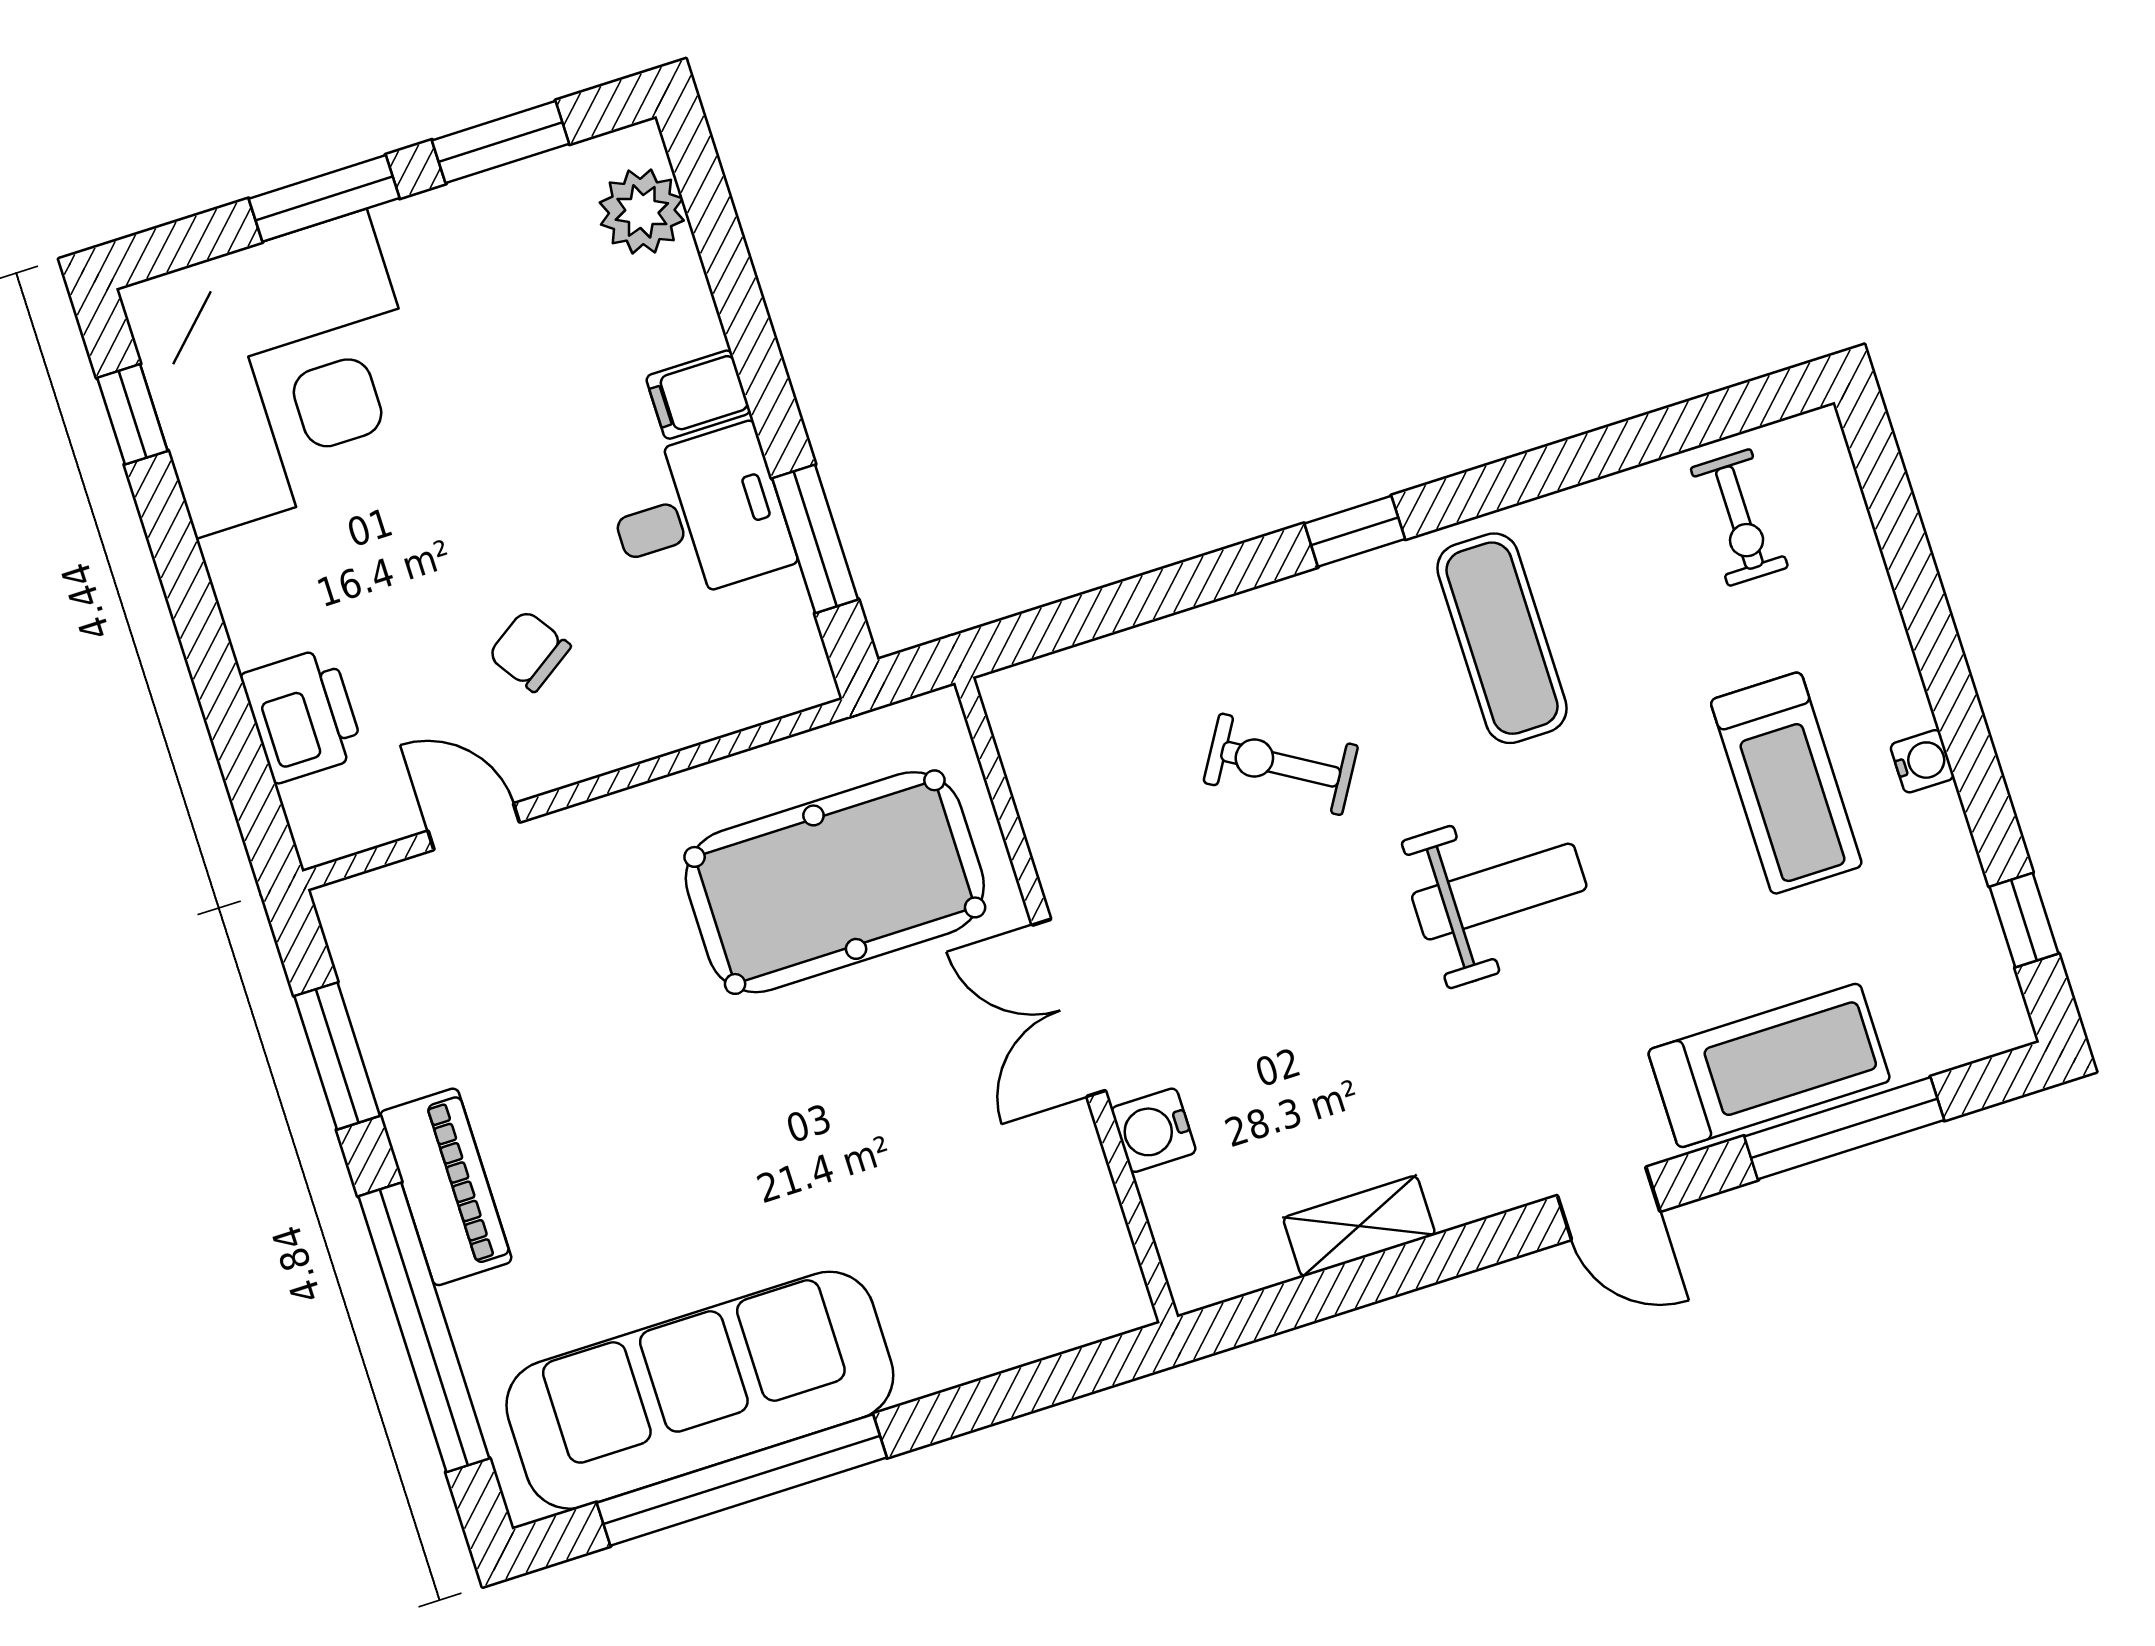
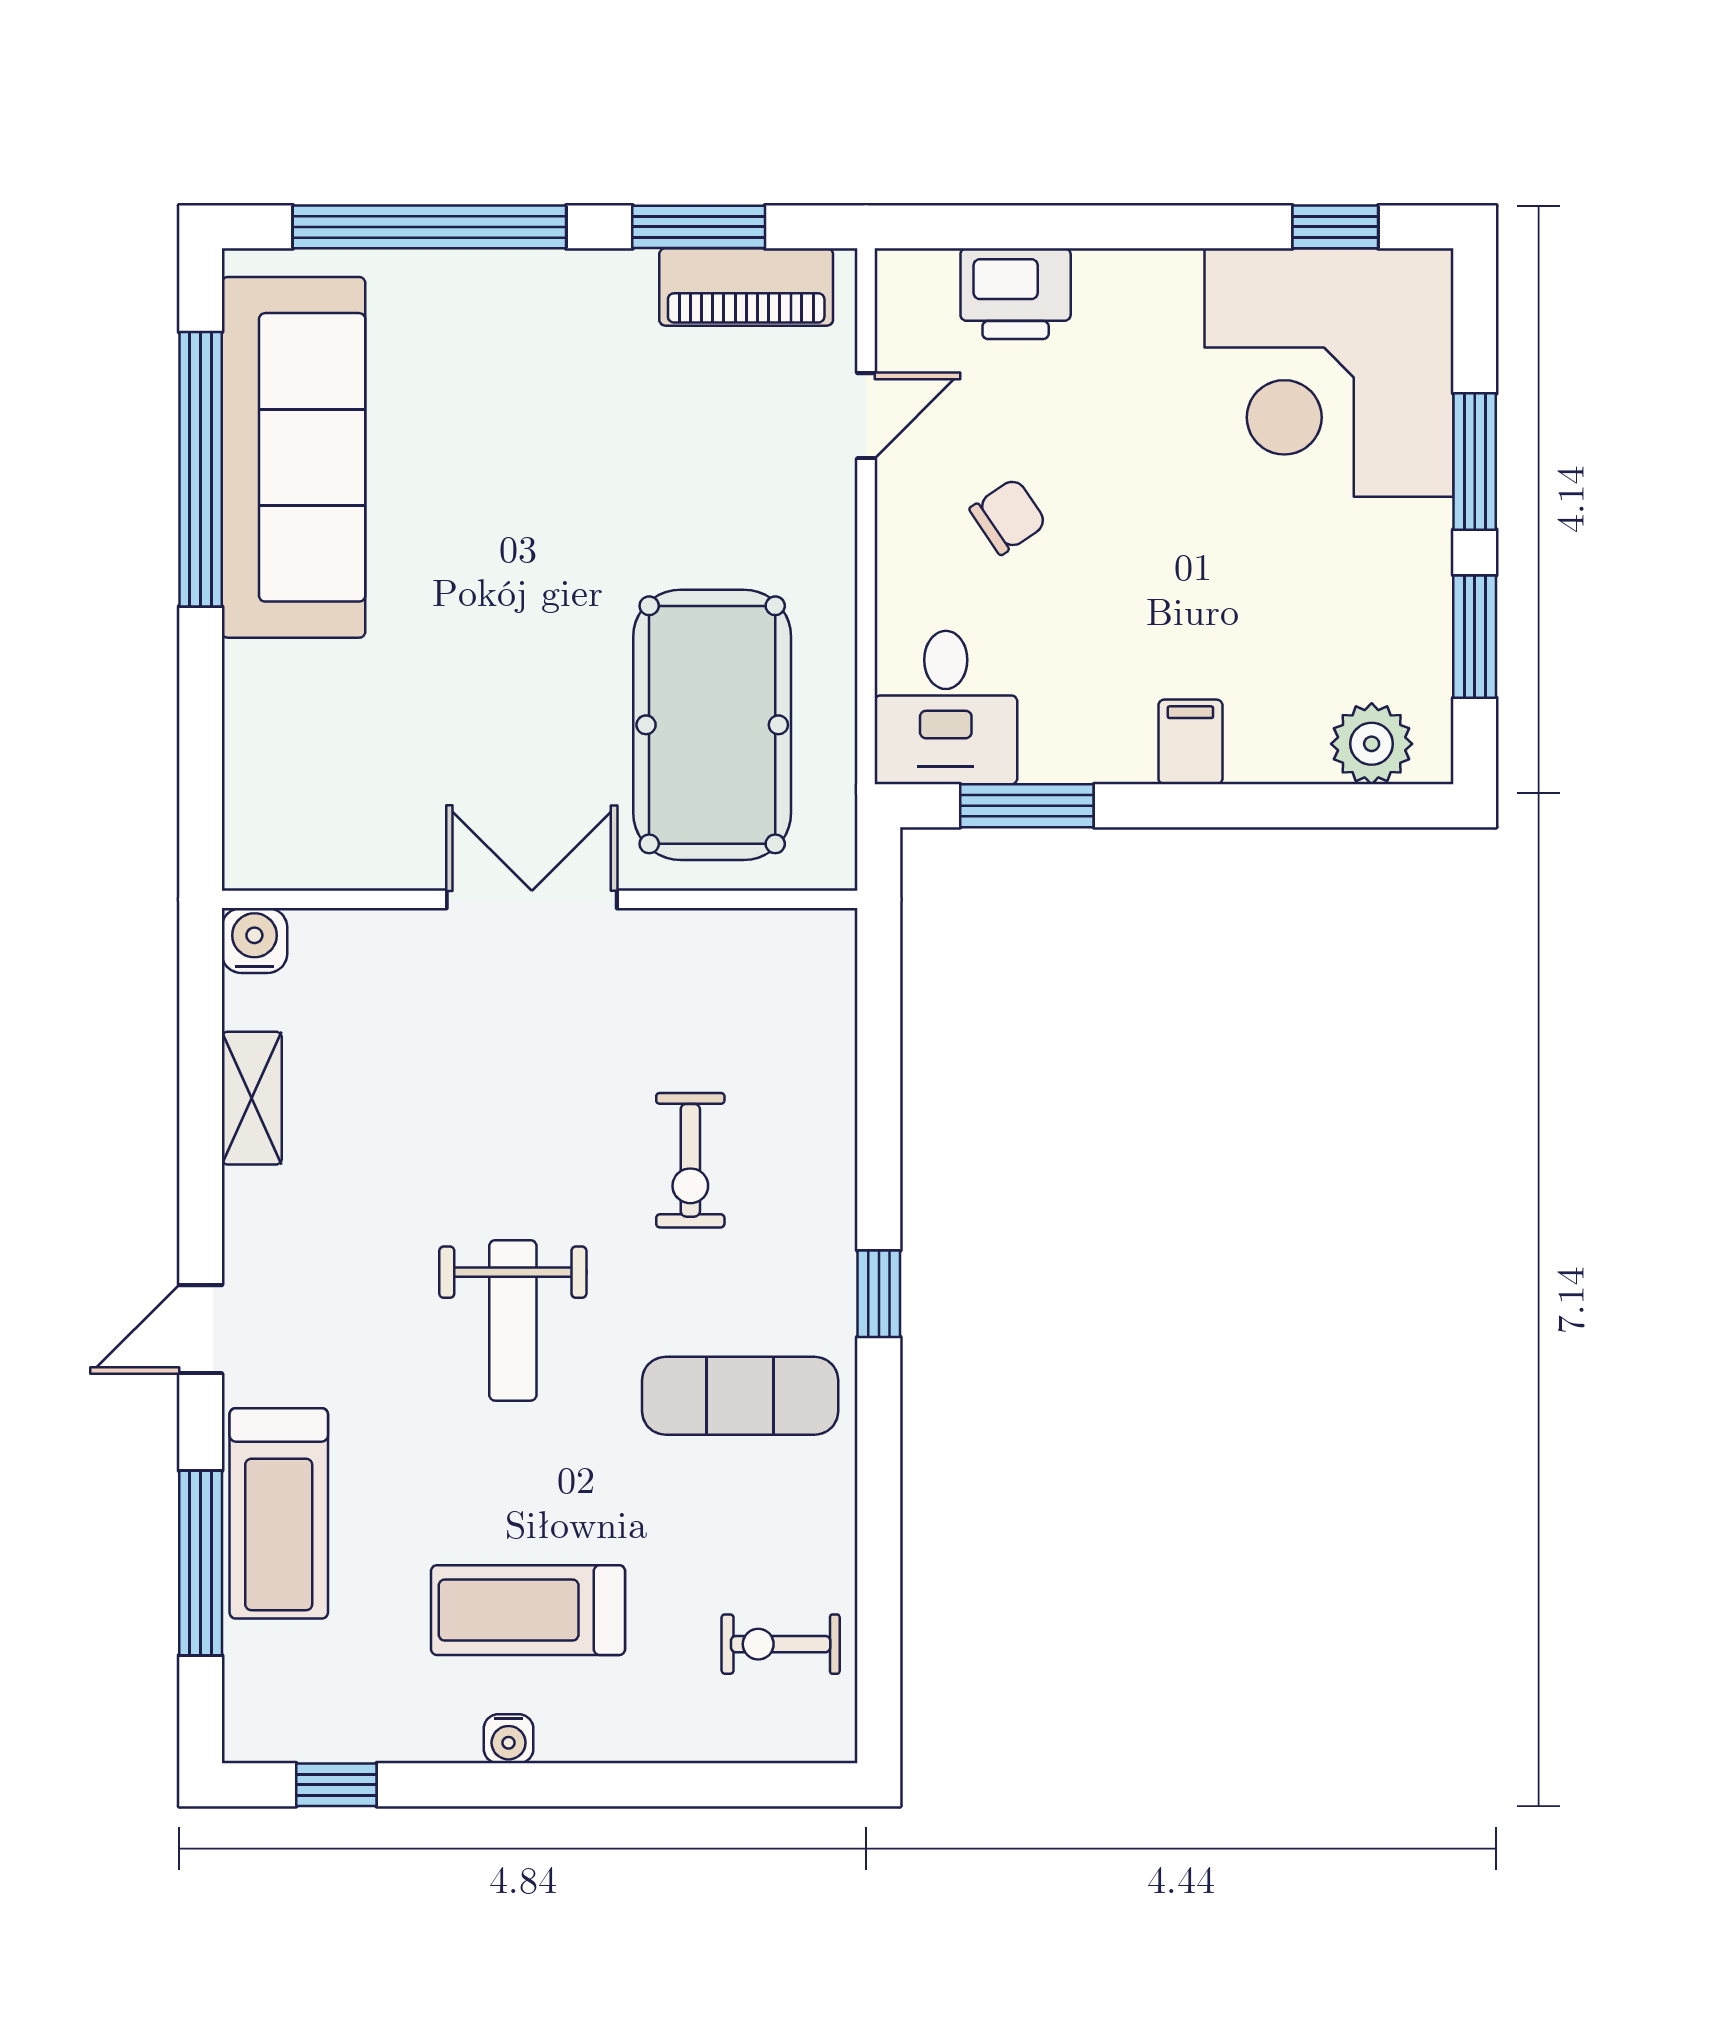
desk: (699, 515) -> (946, 708), moved
exercise bike: (1281, 764) -> (690, 1160), turned 149
water cooler: (1154, 1130) -> (254, 941), moved
piano: (446, 1187) -> (746, 287), moved

